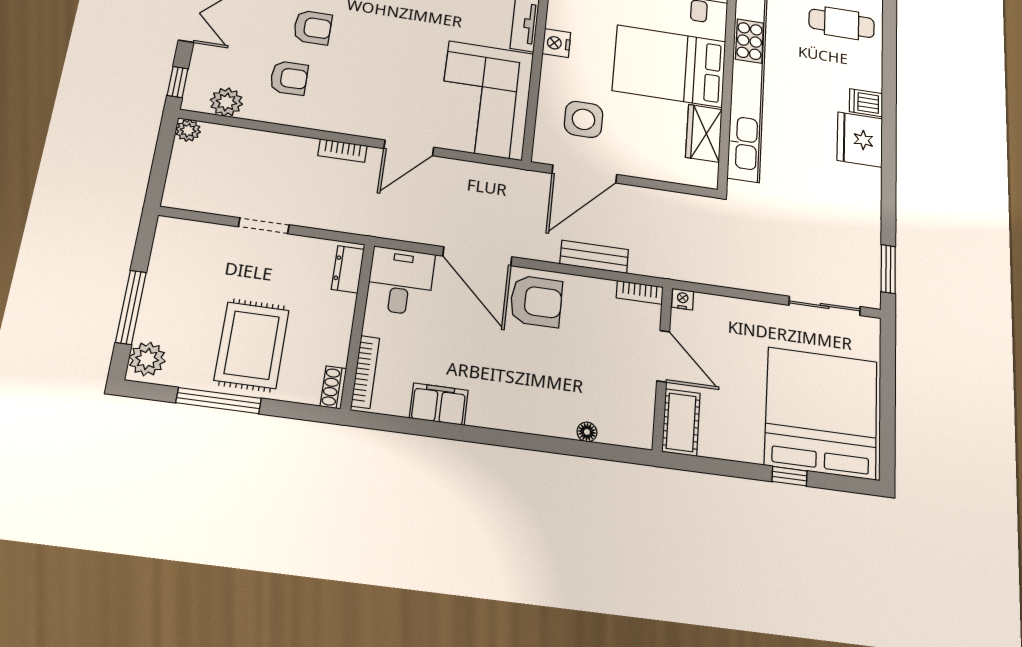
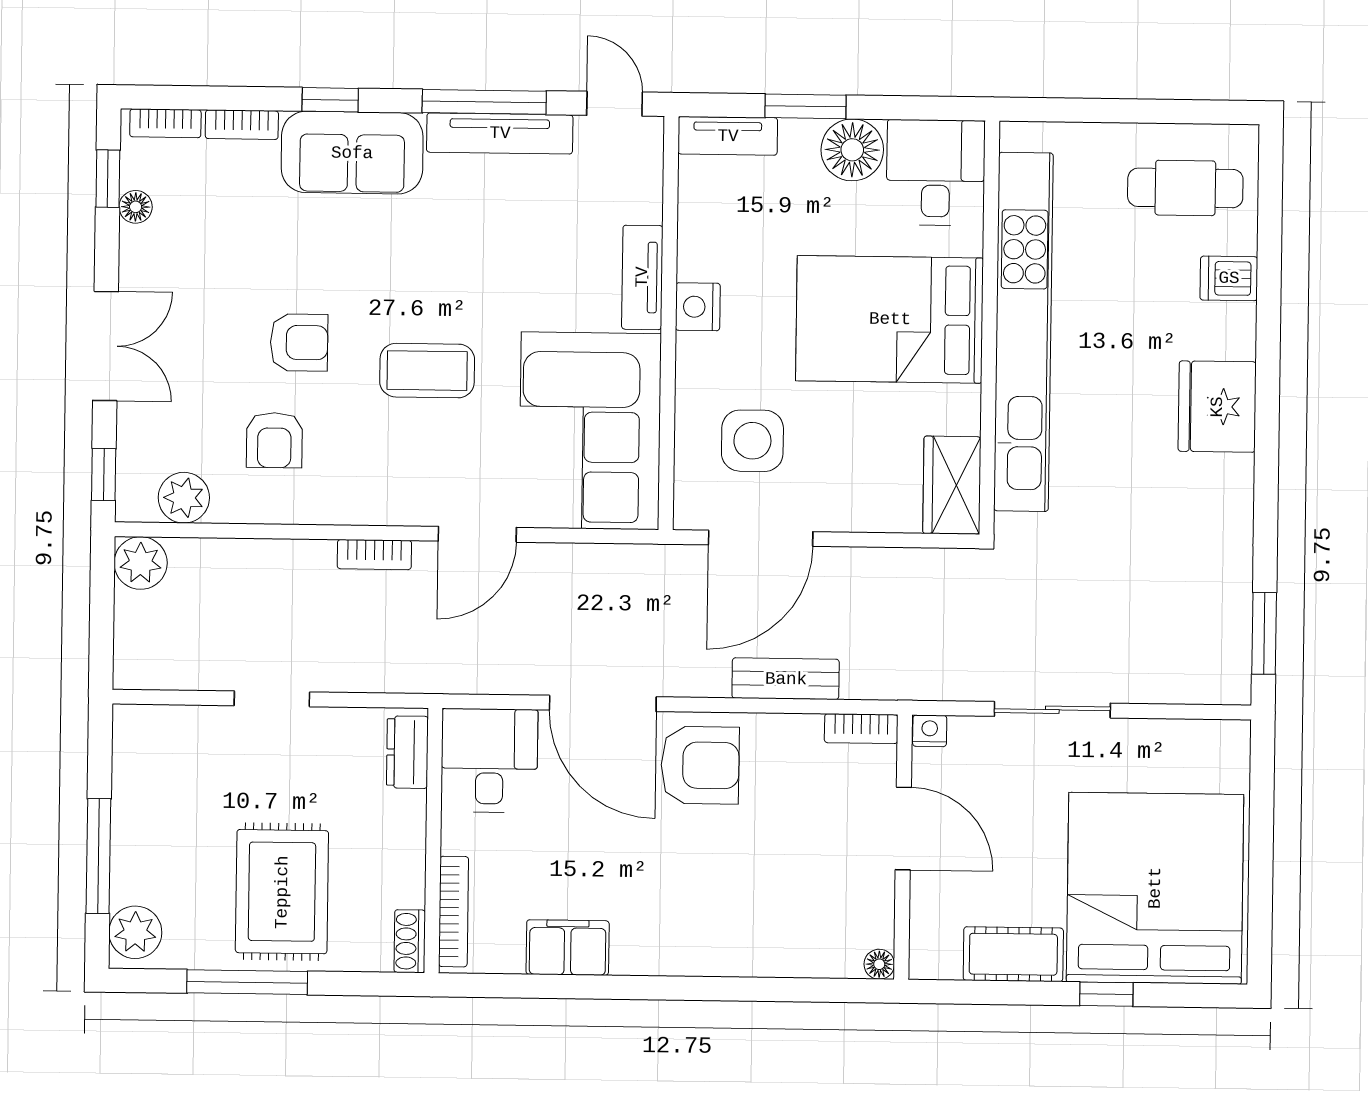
coffee table: (389, 54) -> (427, 371), added
armchair: (289, 78) -> (274, 440), turned 91
dishwasher: (866, 103) -> (1229, 278), moved
plant: (188, 130) -> (141, 563), width x1.38, depth x1.38
wardrobe: (704, 133) -> (952, 485), moved
sliding door: (825, 306) -> (1052, 710), moved
cot: (681, 422) -> (1013, 954), moved, turned 90
floor lamp: (587, 432) -> (879, 964), moved

